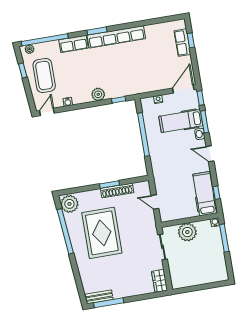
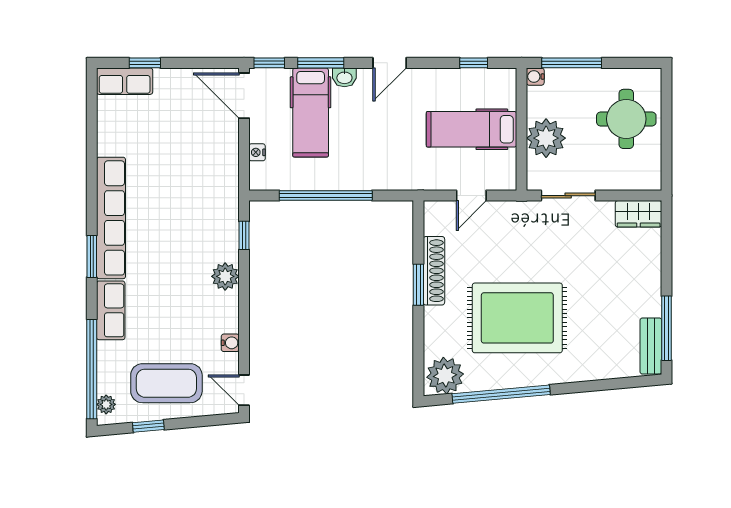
row of seats: (182, 43) -> (125, 81), moved
hospital bed: (205, 194) -> (472, 129), moved
round table: (203, 268) -> (626, 119), added

